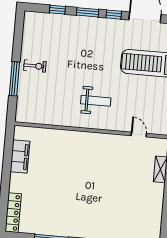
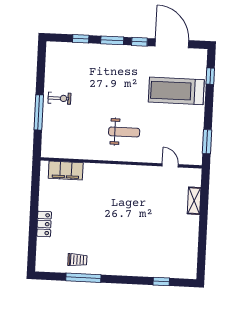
filing cabinet: (20, 156) -> (66, 171), moved, turned 90
locker: (13, 213) -> (44, 224), moved, width x0.66
trolley: (46, 222) -> (77, 260), added

